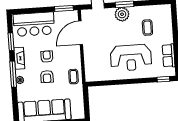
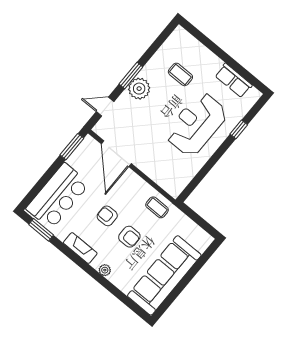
window: (11, 42) -> (41, 230), moved
reception desk: (131, 58) -> (196, 124), turned 180
window: (13, 74) -> (91, 271), removed
window: (163, 79) -> (239, 129), moved

